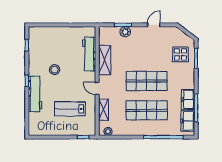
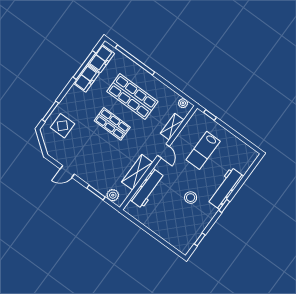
plant: (125, 32) -> (113, 195), moved
shop shelf: (147, 81) -> (112, 124), width x0.70, depth x0.74
lab bench: (70, 109) -> (203, 150), turned 90

